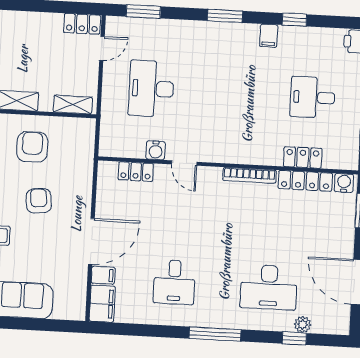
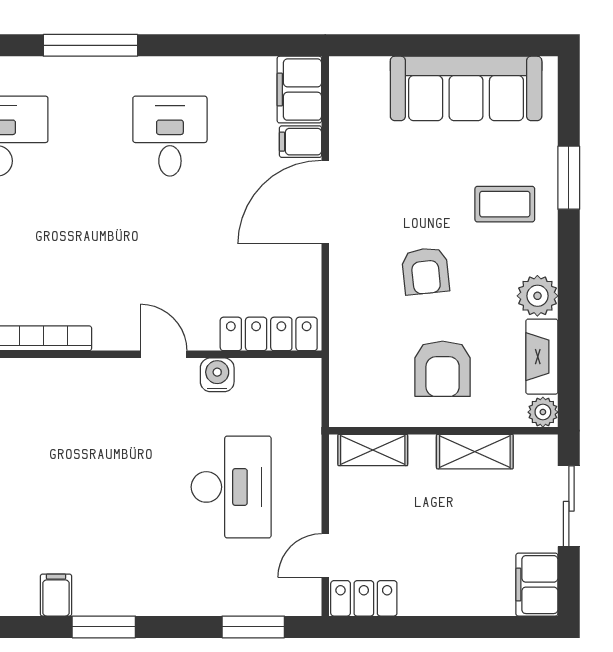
filing cabinet: (269, 36) -> (56, 595), moved
locker: (136, 172) -> (269, 334), width x1.53

